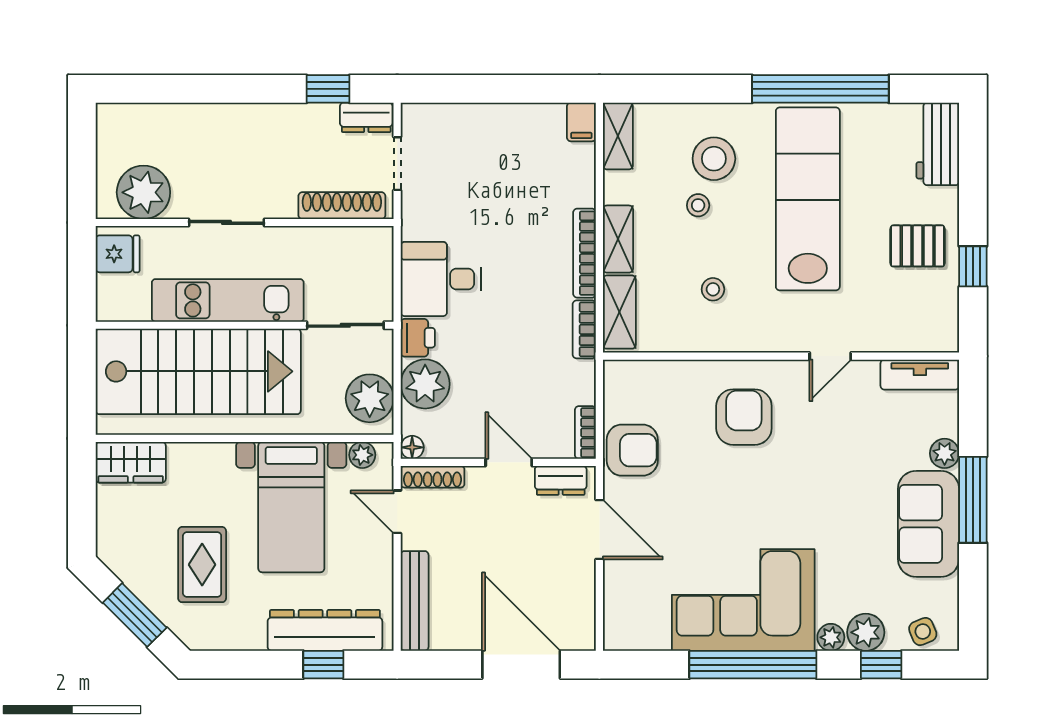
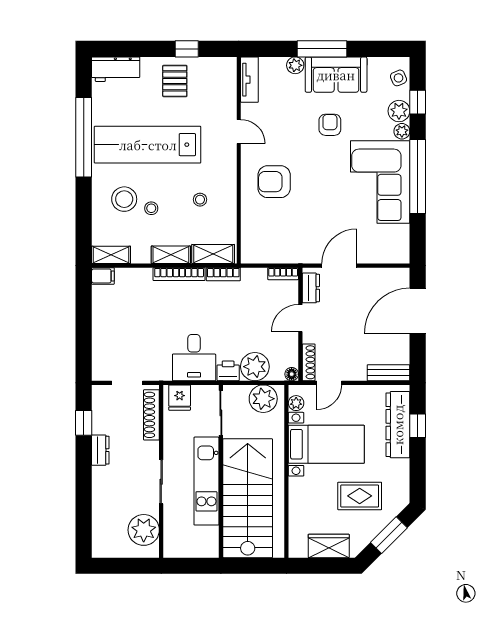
dresser: (366, 117) -> (100, 450), moved
fridge: (118, 254) -> (180, 398), moved, turned 180
armchair: (632, 450) -> (330, 125), moved, width x0.72, depth x0.72
wardrobe: (131, 462) -> (329, 546), moved, turned -90
bench: (415, 601) -> (388, 373), width x0.73

